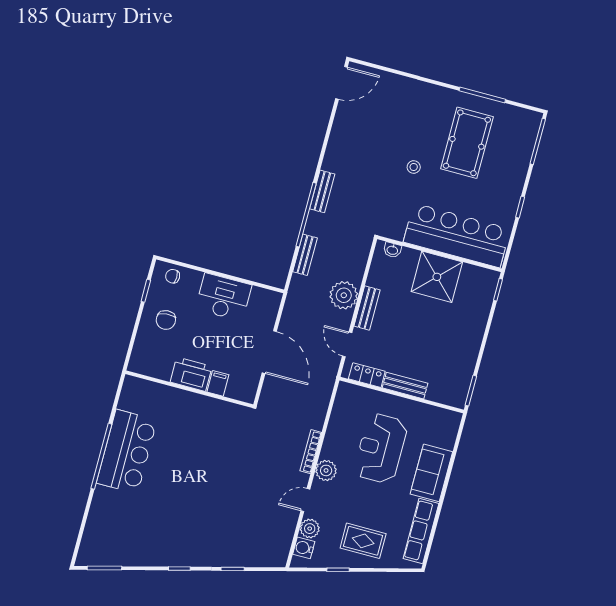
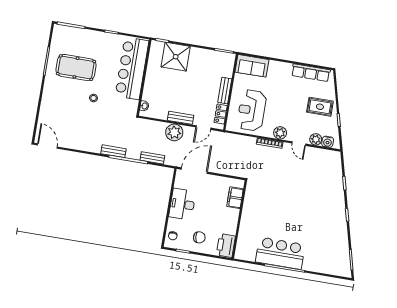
shower: (437, 277) -> (176, 57), moved
door: (269, 352) -> (194, 171), moved
printer: (191, 374) -> (226, 245), moved
filing cabinet: (218, 383) -> (235, 198), width x2.00
reception desk: (381, 448) -> (252, 110), moved, turned 90
sofa: (431, 473) -> (252, 66), moved
rug: (363, 541) -> (320, 107), turned 90

